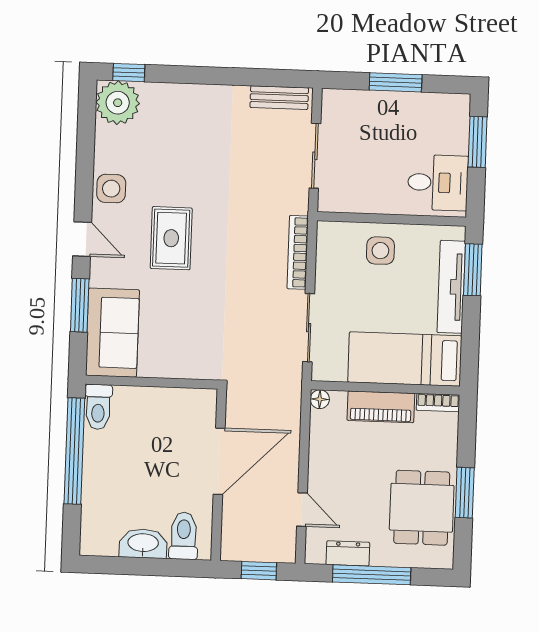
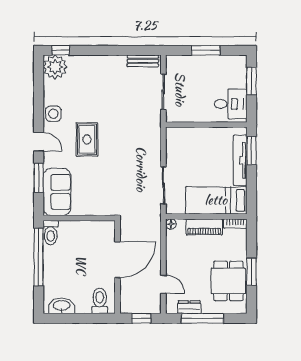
side table: (380, 251) -> (201, 142), removed
bookcase: (298, 252) -> (156, 145), removed
washbasin: (143, 544) -> (62, 306), moved

